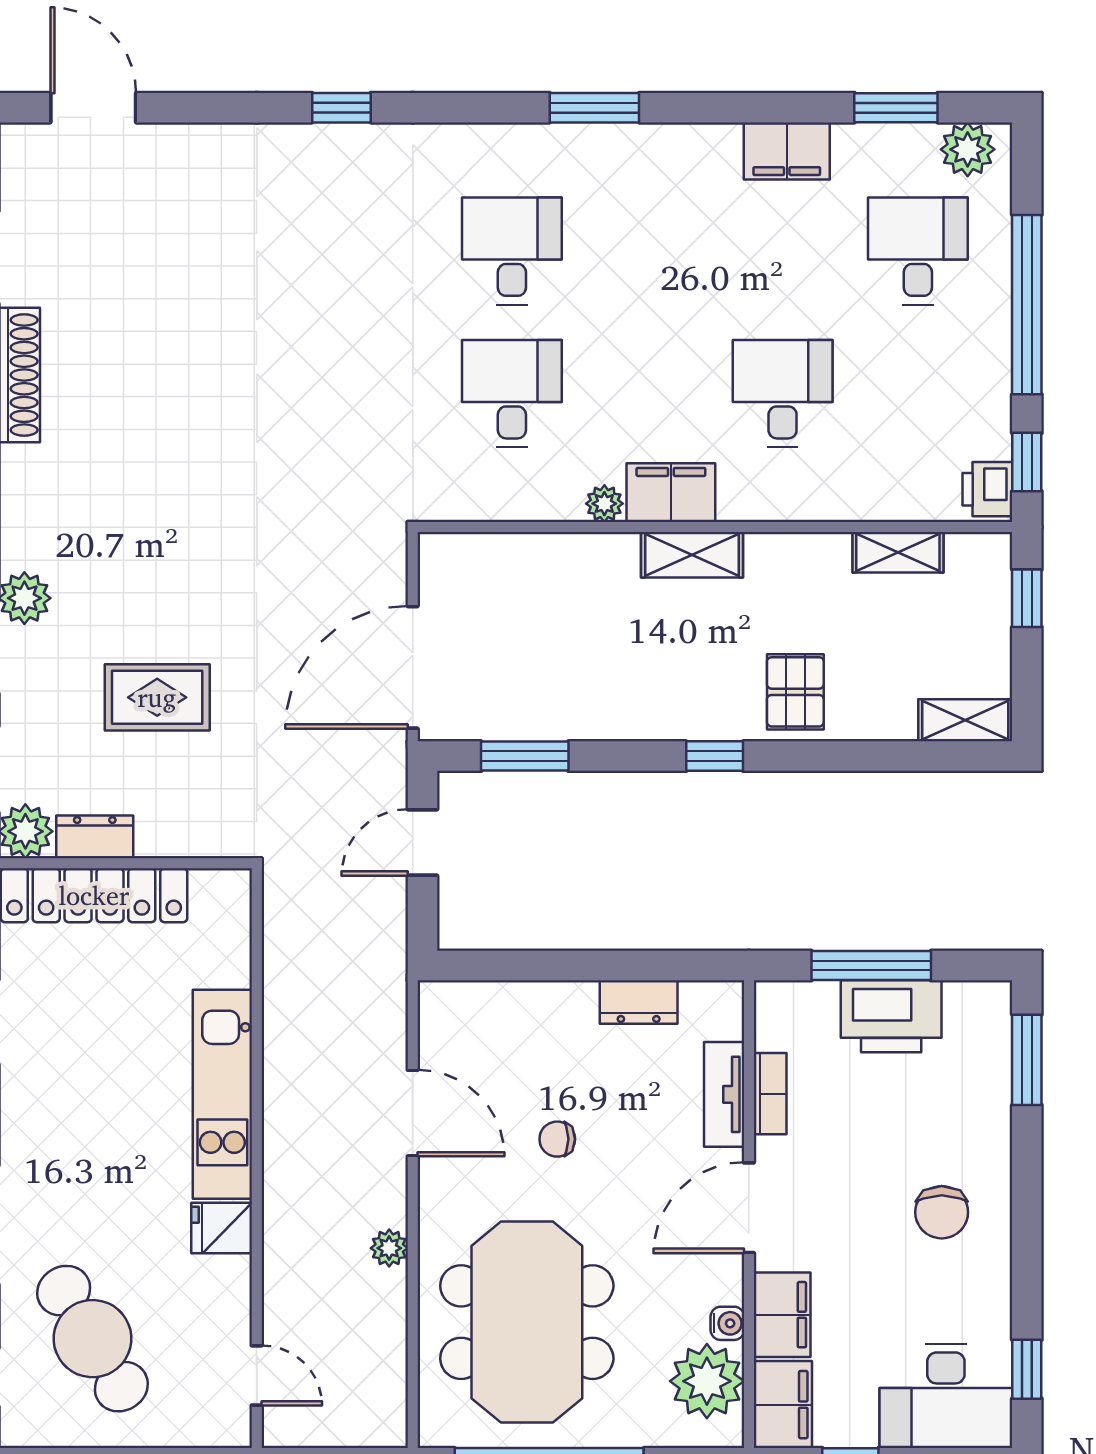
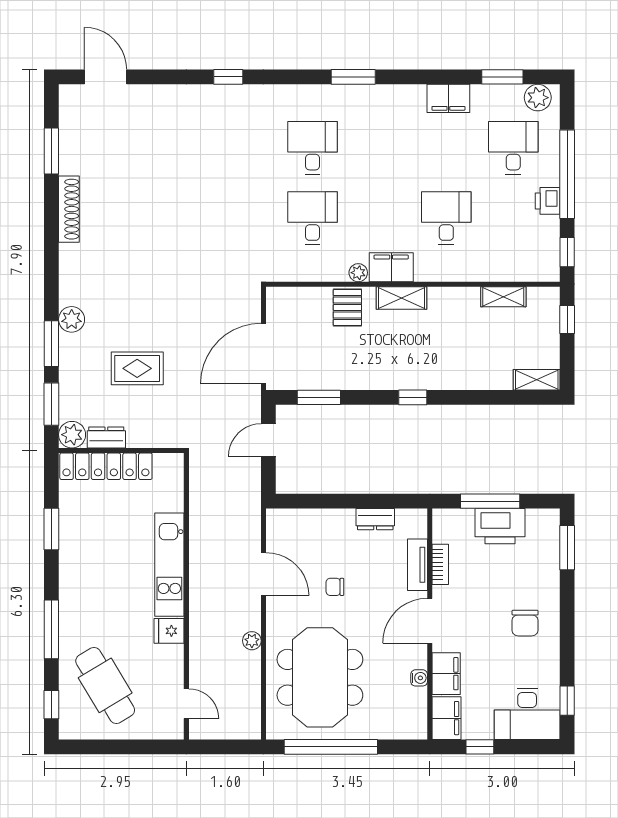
printer: (987, 489) -> (548, 201), moved
pallet: (795, 692) -> (347, 308), moved
plant: (707, 1381) -> (409, 707), removed

